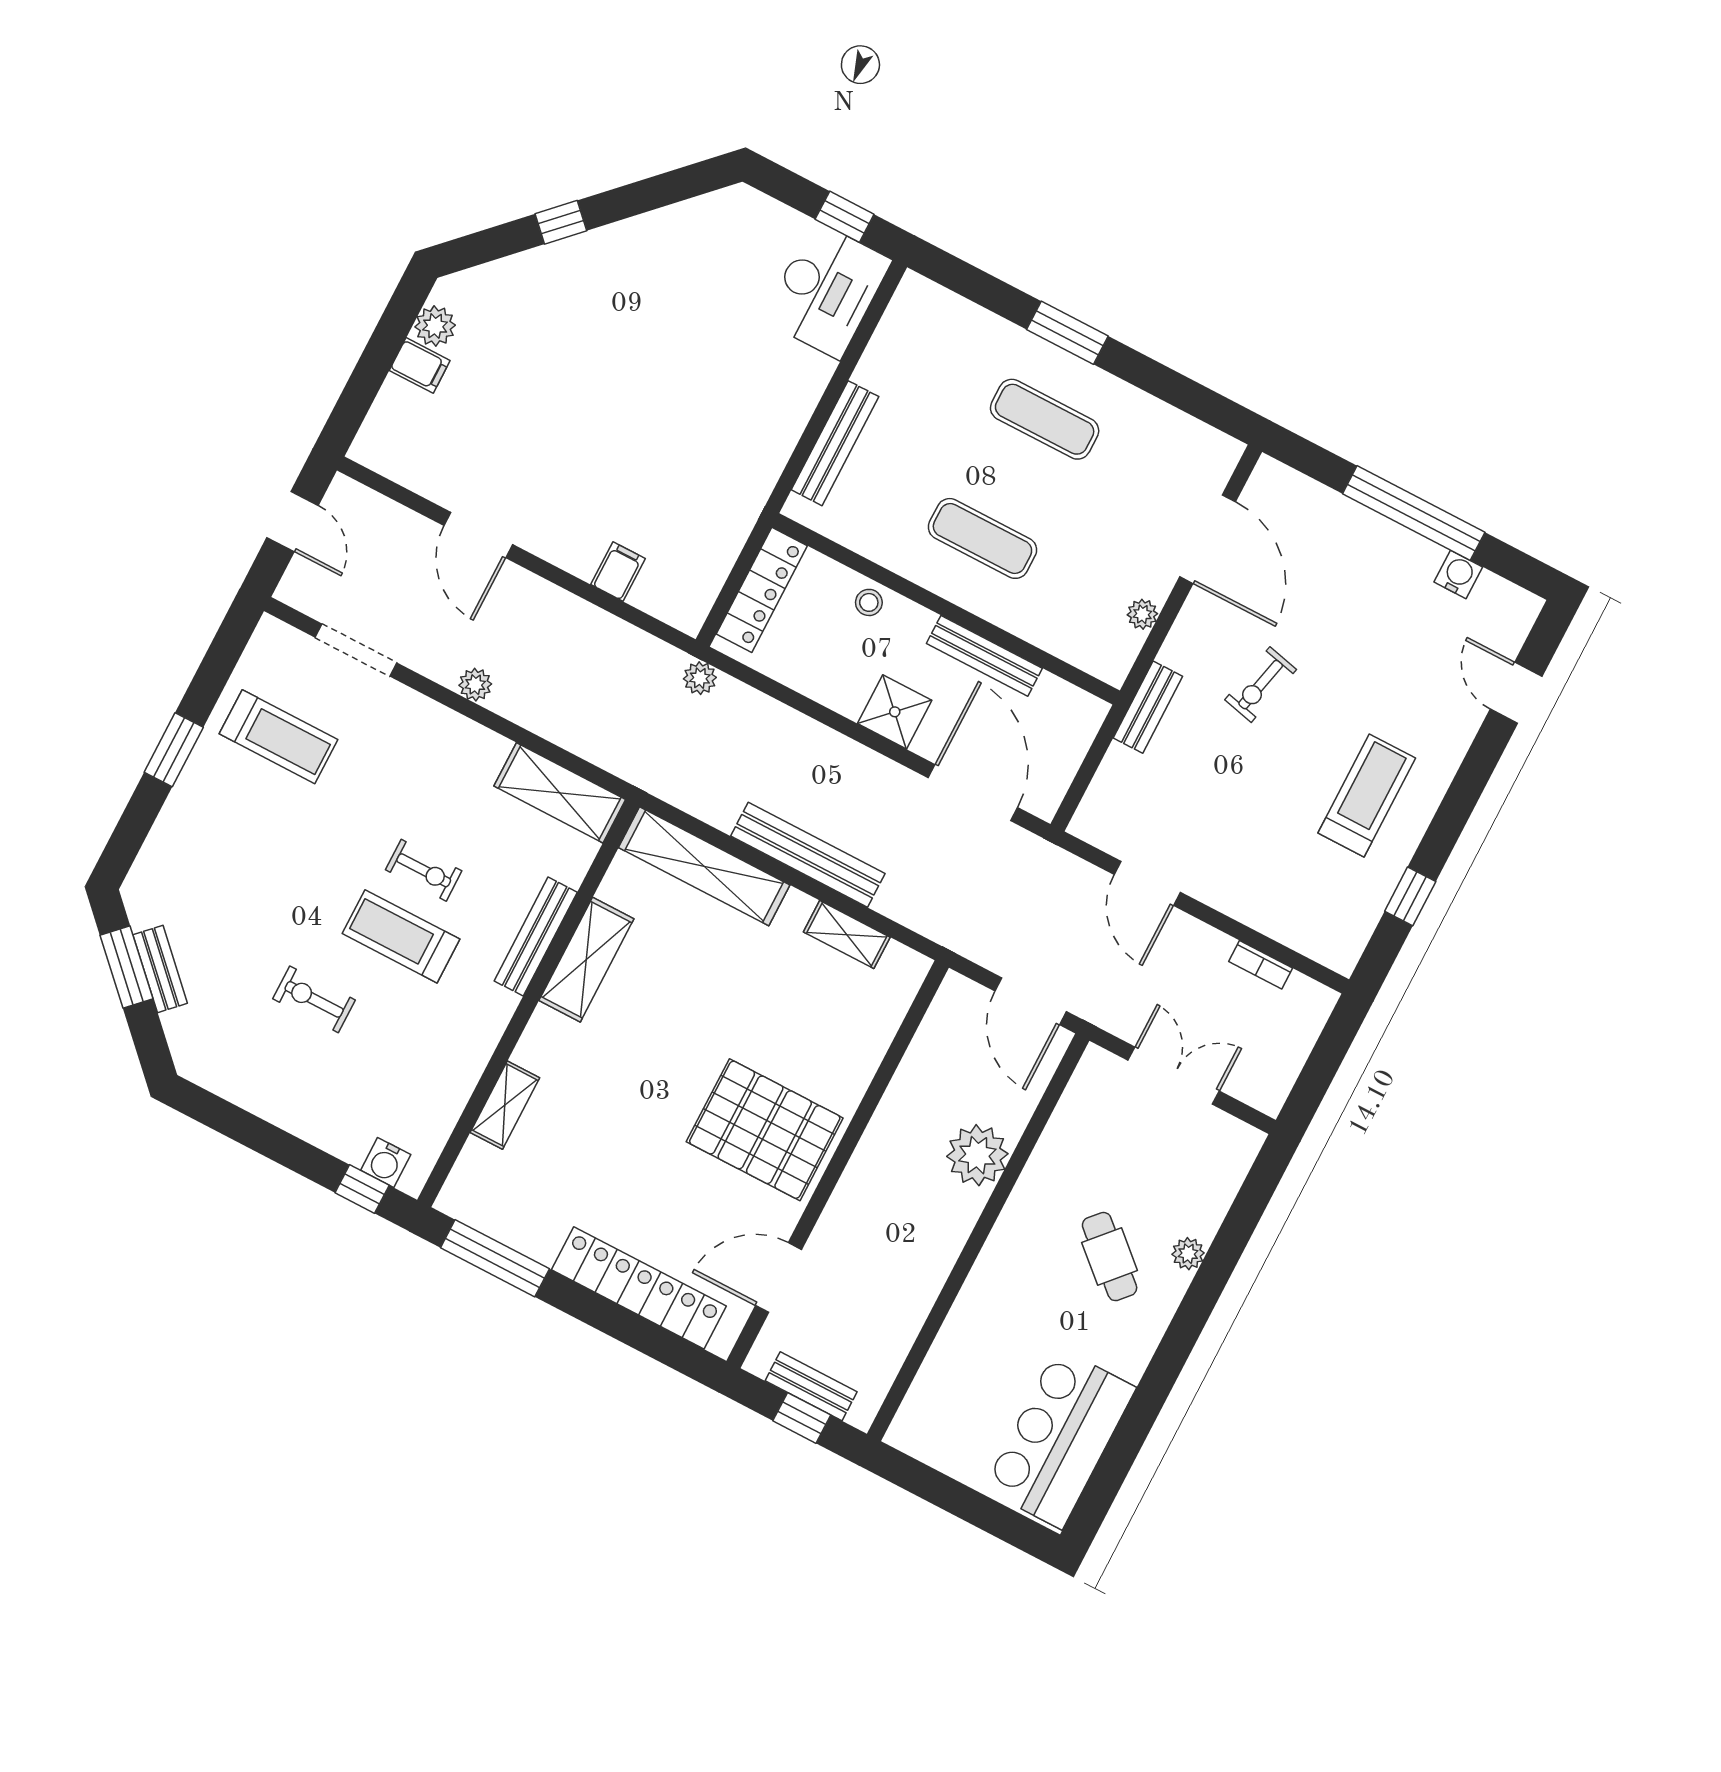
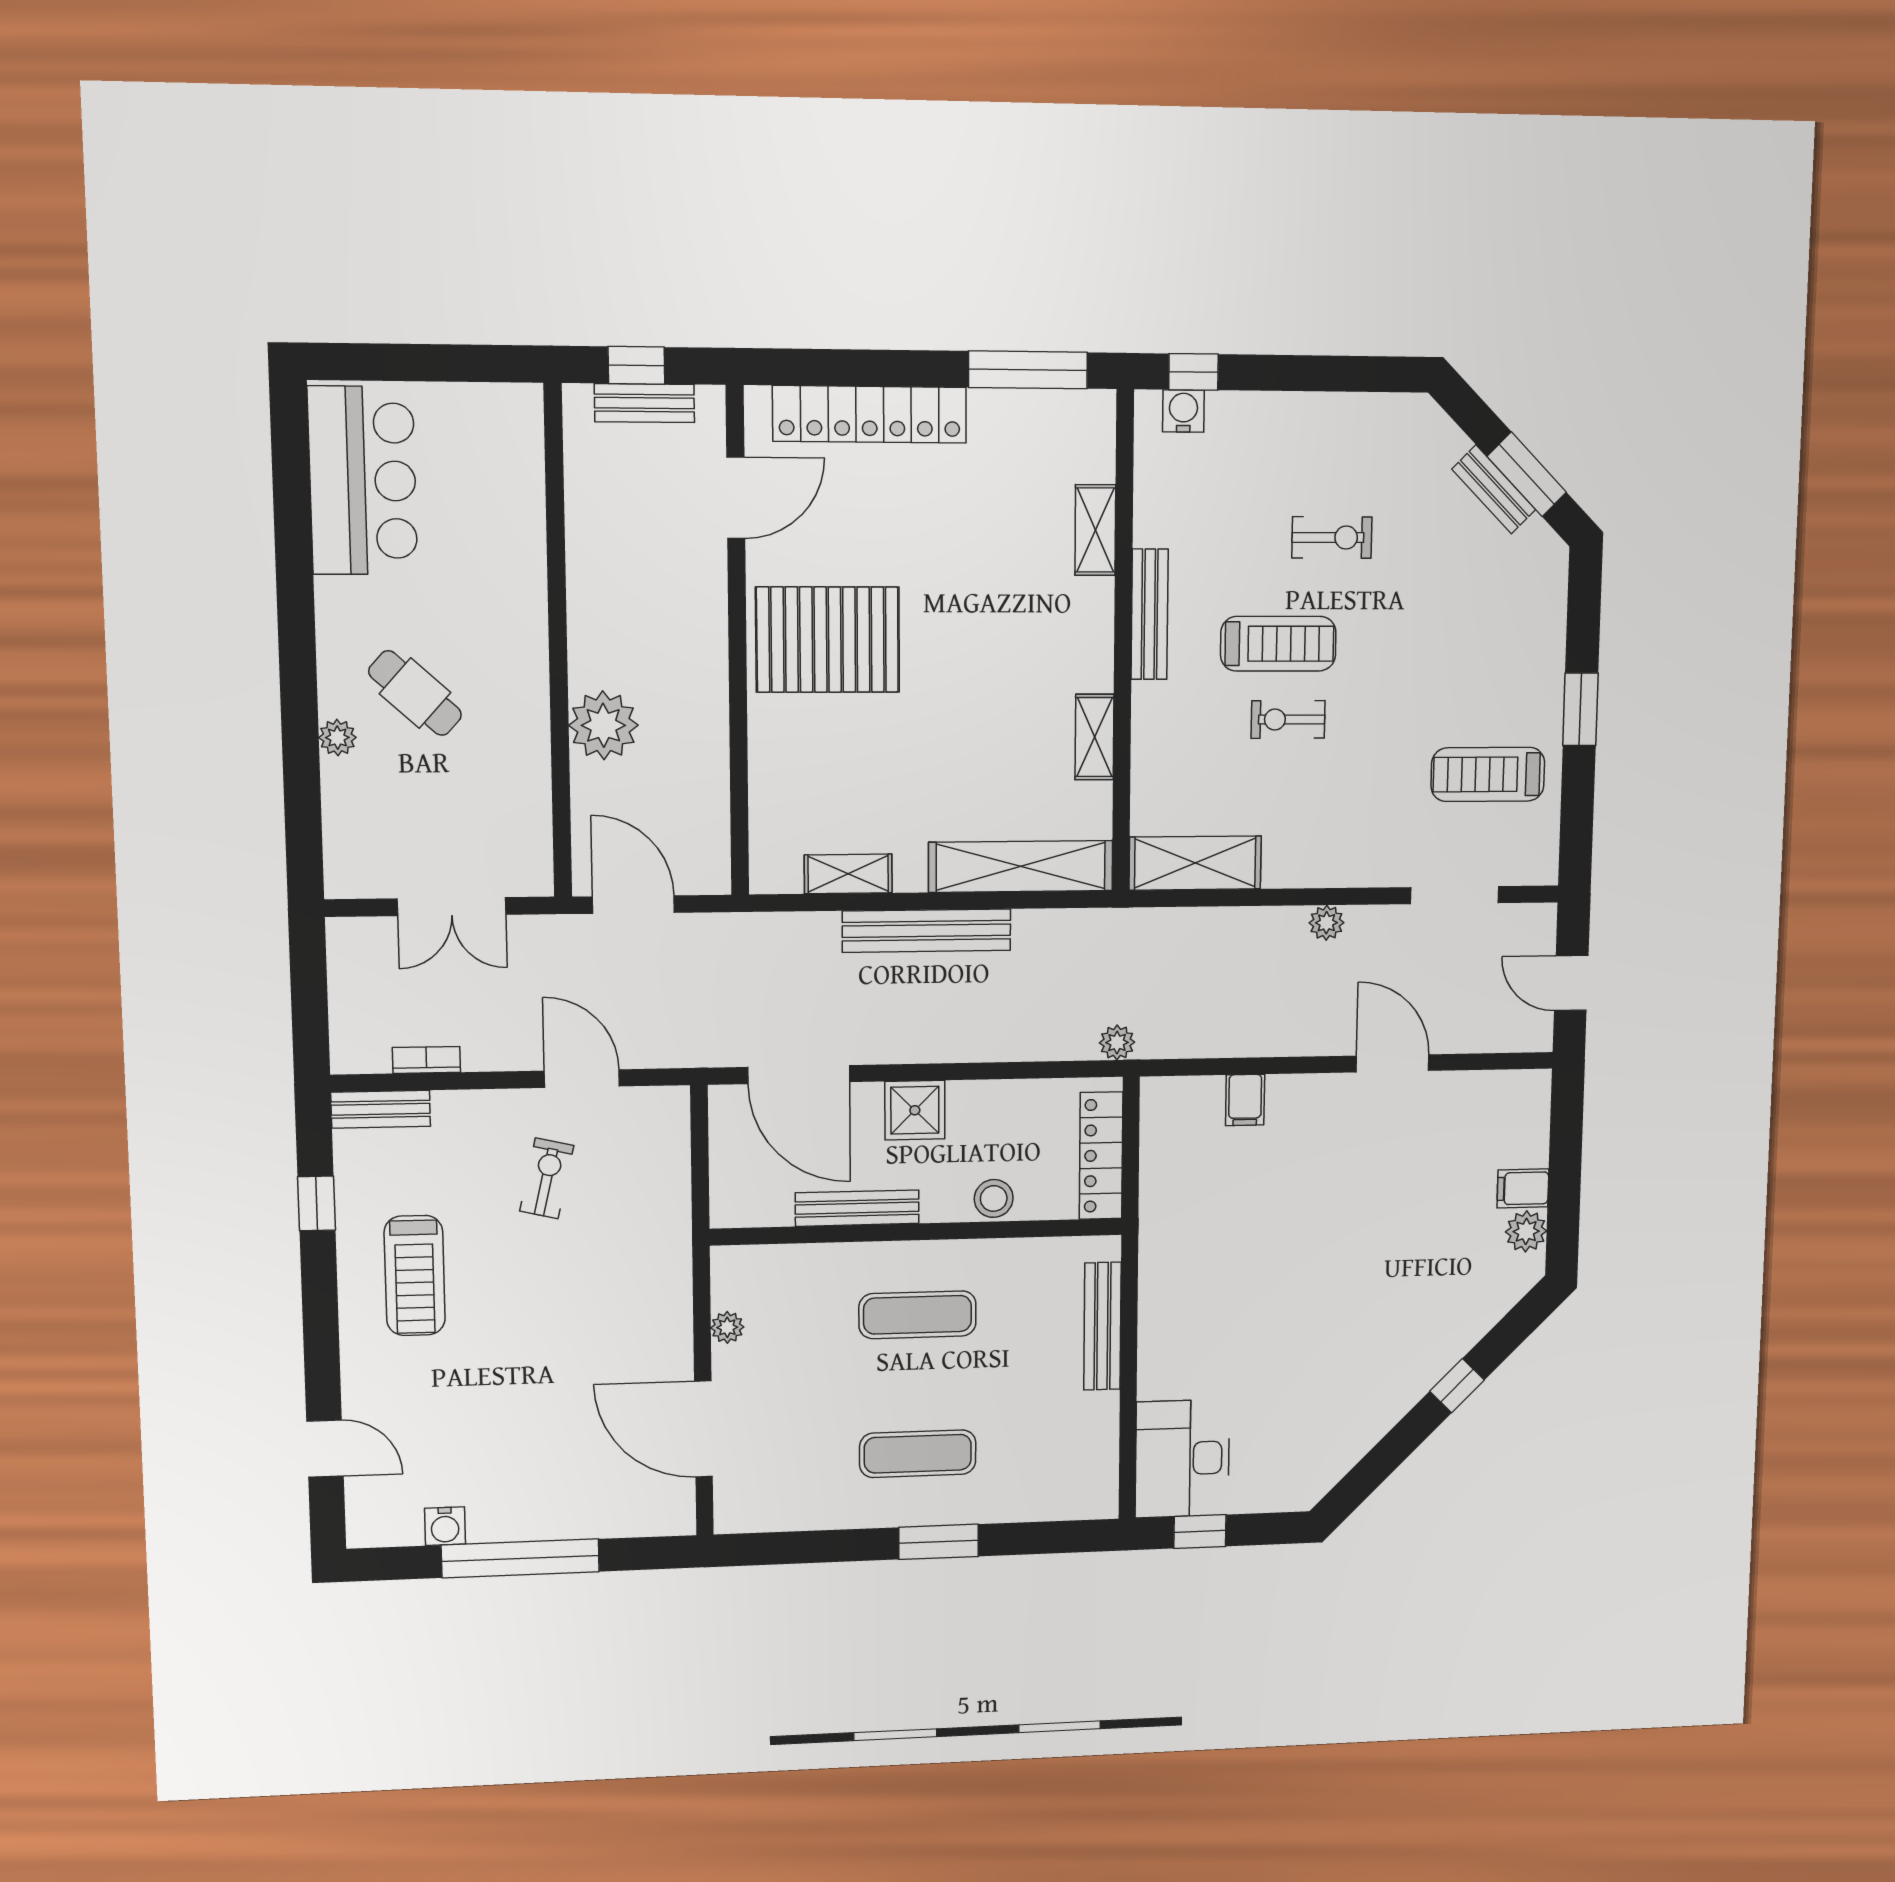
stool: (869, 602) -> (994, 1198), width x1.37, depth x1.37
exercise bike: (1261, 685) -> (547, 1178), moved
bench: (1148, 707) -> (381, 1109), moved, turned 90
bench: (536, 937) -> (1150, 614), moved
shelving: (586, 960) -> (1094, 737), width x0.67, depth x0.75

